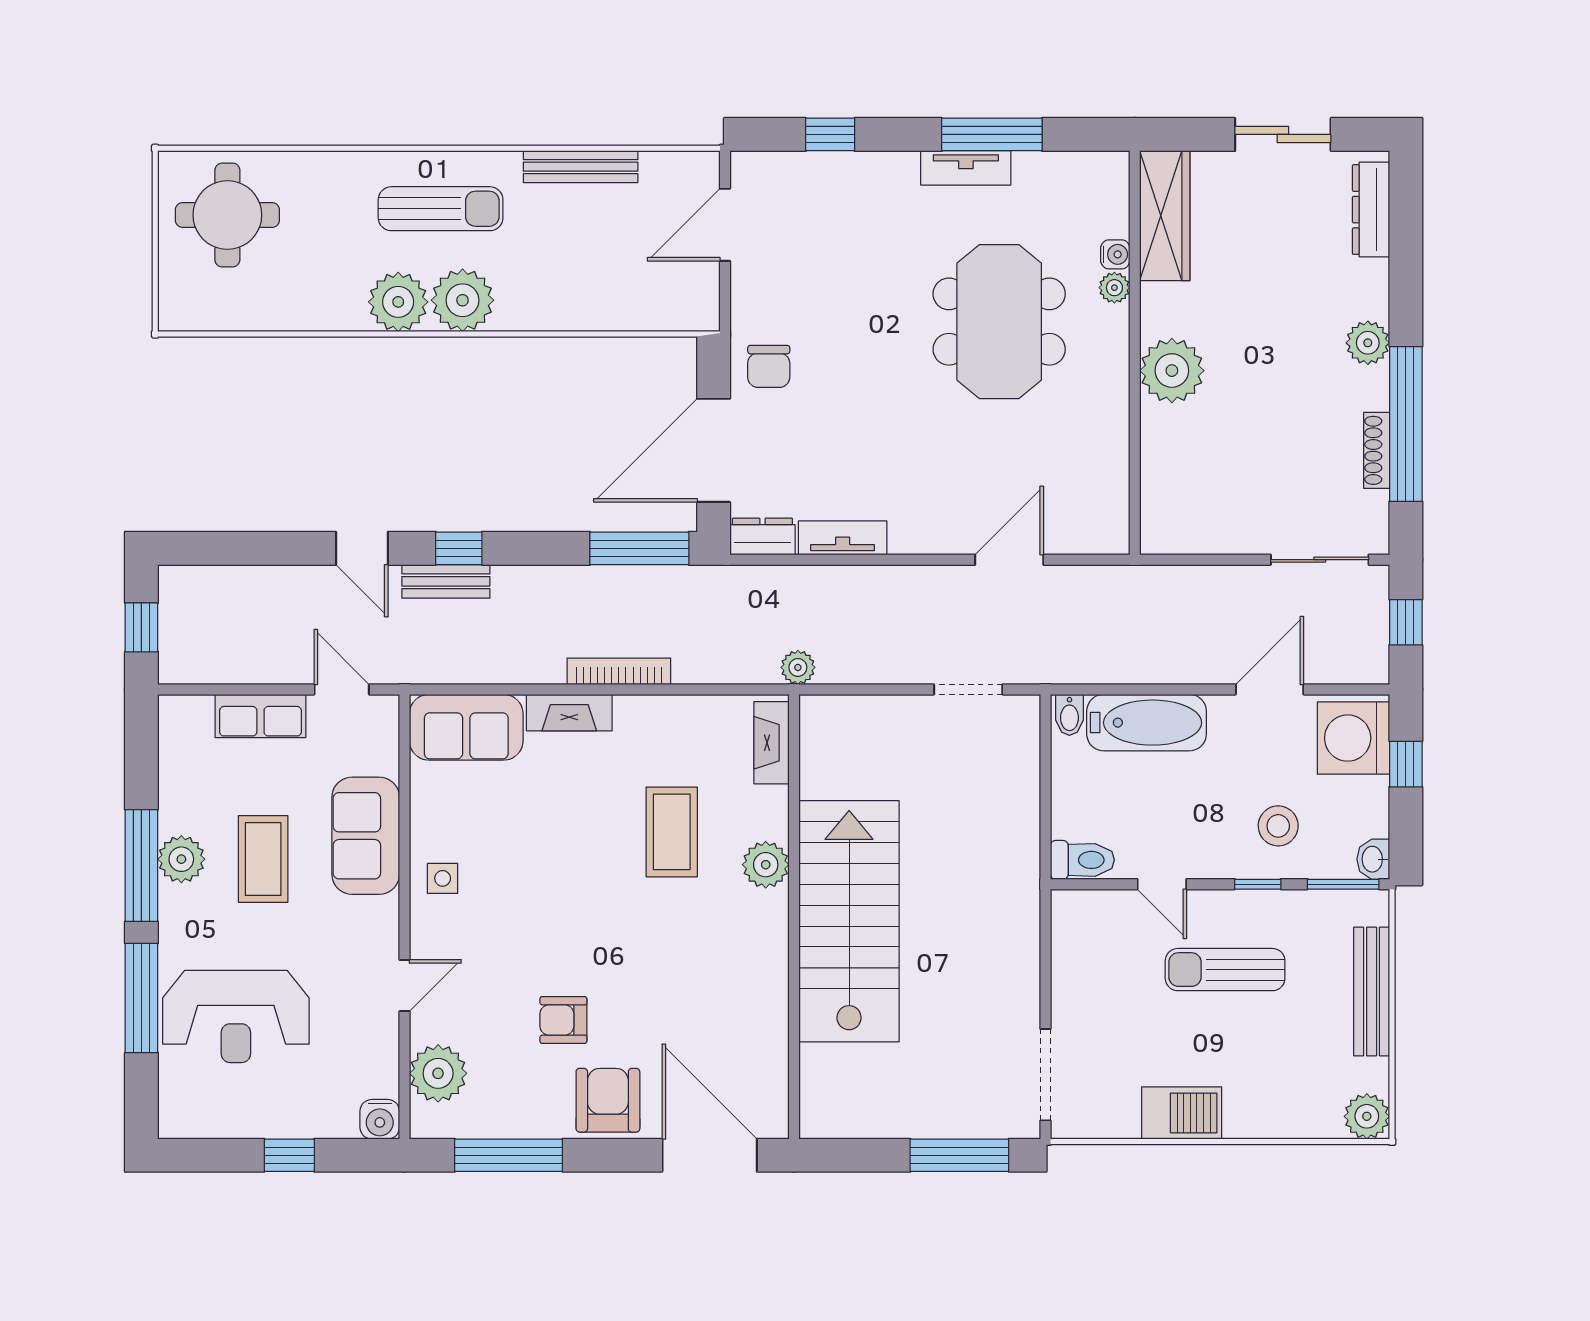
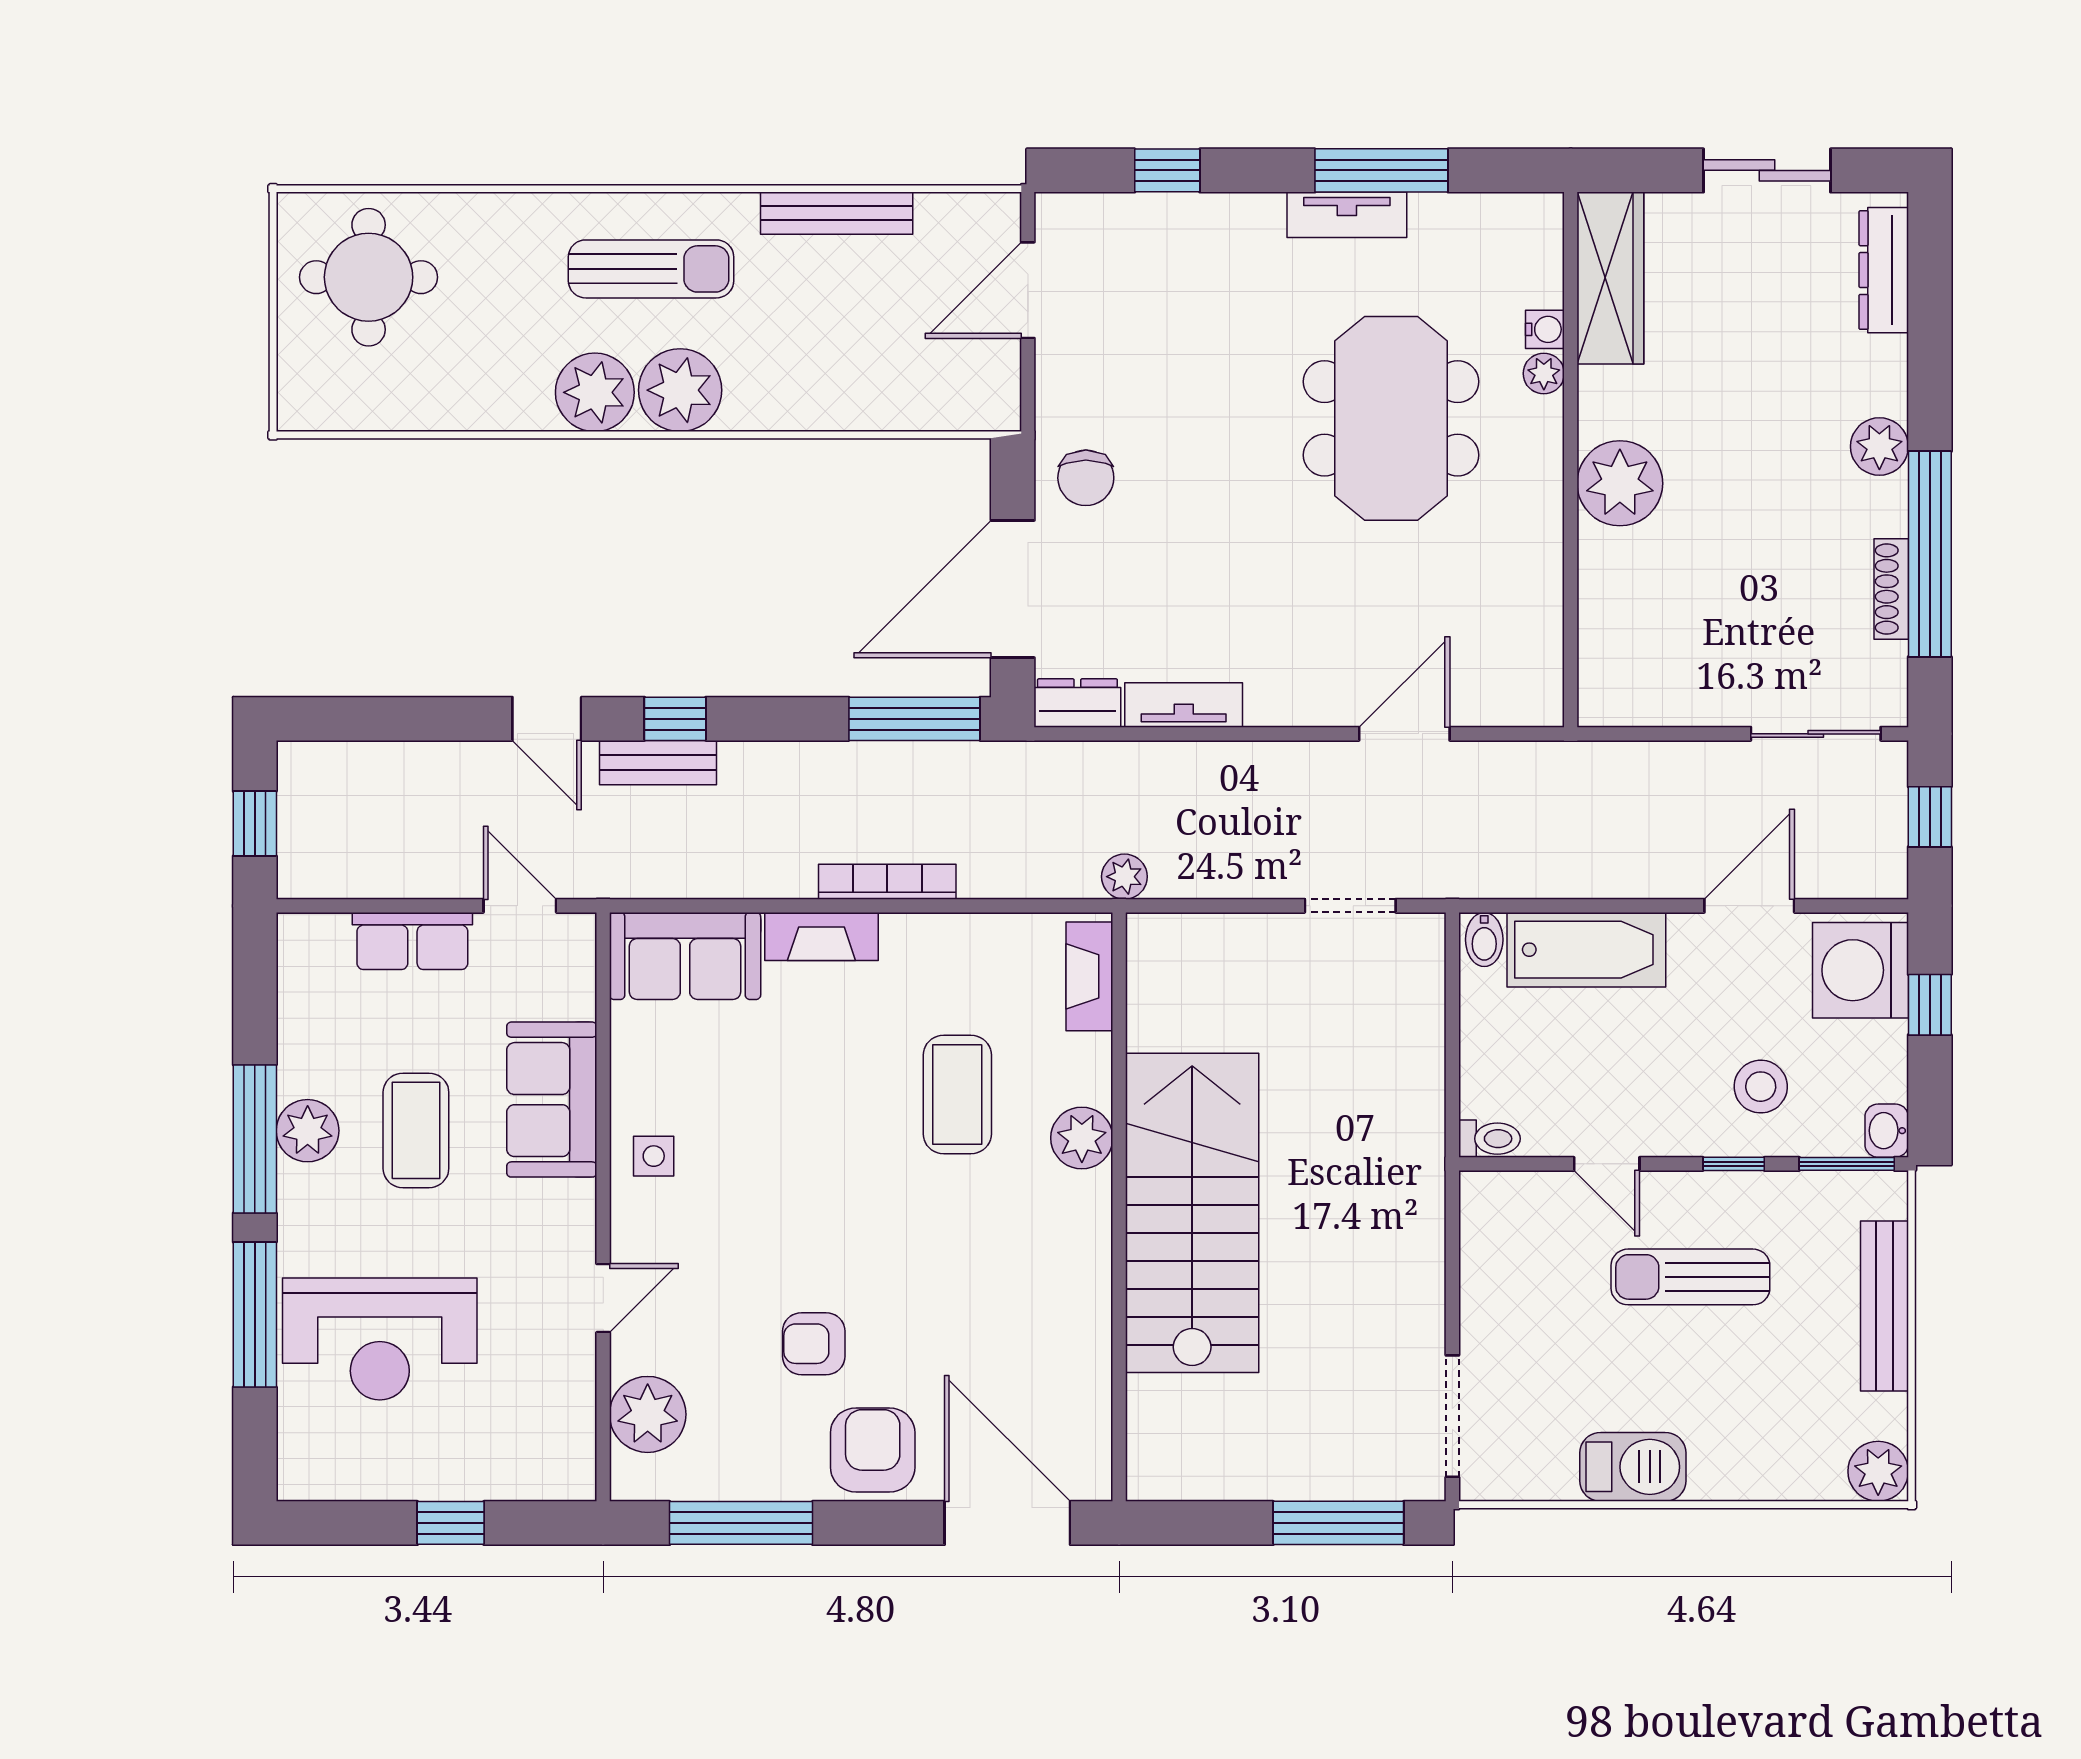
toilet: (1082, 860) -> (1489, 1139), width x0.73, depth x0.72
water cooler: (380, 1119) -> (570, 1475), removed

